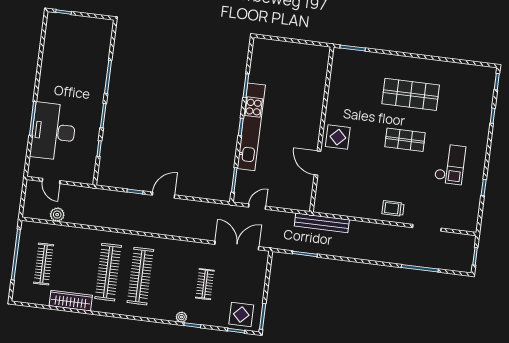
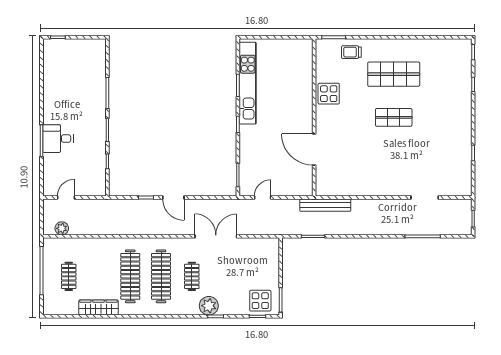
kitchen unit: (251, 127) -> (248, 83), moved
desk: (53, 132) -> (58, 139), width x0.53, depth x0.77
display table: (338, 137) -> (329, 94), moved
door: (317, 163) -> (314, 149), width x1.36
checkout: (450, 164) -> (439, 135), removed
door: (51, 181) -> (66, 198), swing flipped
door: (164, 195) -> (173, 198), swing flipped
trolley: (393, 208) -> (351, 52), moved
plant: (57, 215) -> (62, 228), moved
double door: (237, 245) -> (216, 236), moved
clothes rail: (44, 264) -> (69, 276), width x0.73
clothes rail: (205, 284) -> (192, 276), moved
plant: (181, 317) -> (209, 306), width x1.87, depth x1.87

